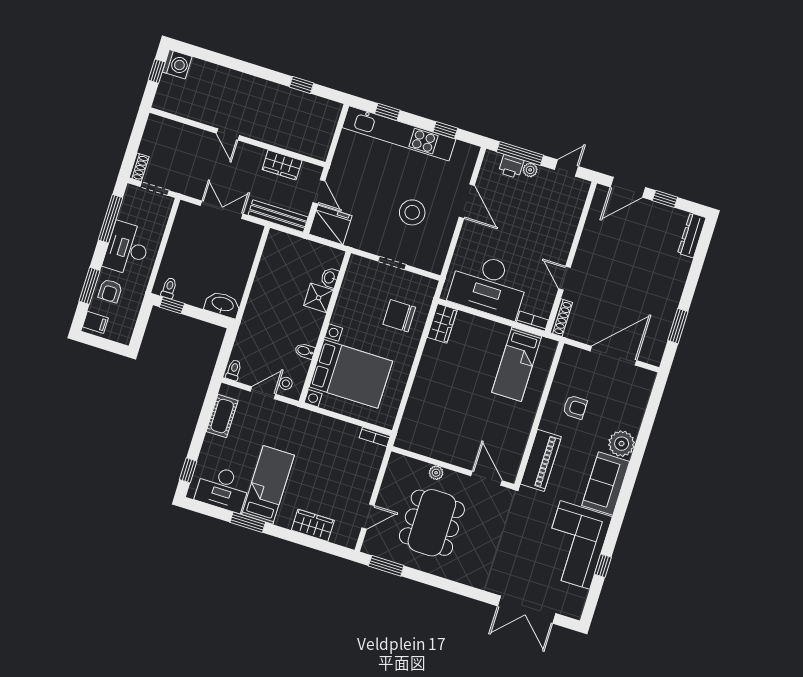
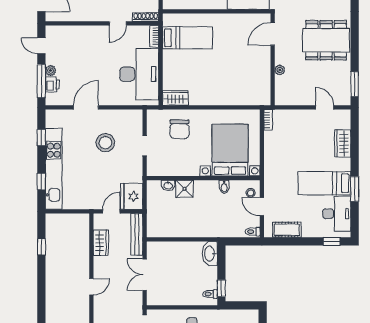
dining table: (432, 523) -> (326, 40), moved

